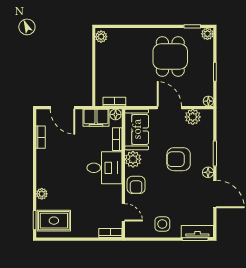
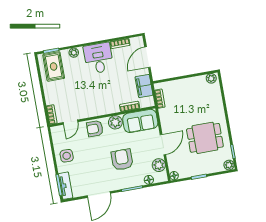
floor lamp: (116, 114) -> (150, 102), removed
desk: (104, 168) -> (98, 58), moved, turned 180
floor lamp: (208, 172) -> (149, 180), moved

